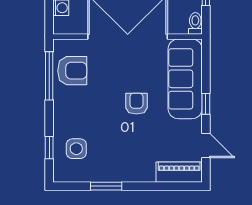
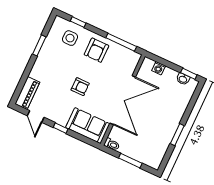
armchair: (72, 71) -> (96, 50), moved
sofa: (185, 79) -> (88, 126), width x0.73
door: (206, 145) -> (36, 117), hinge flipped

